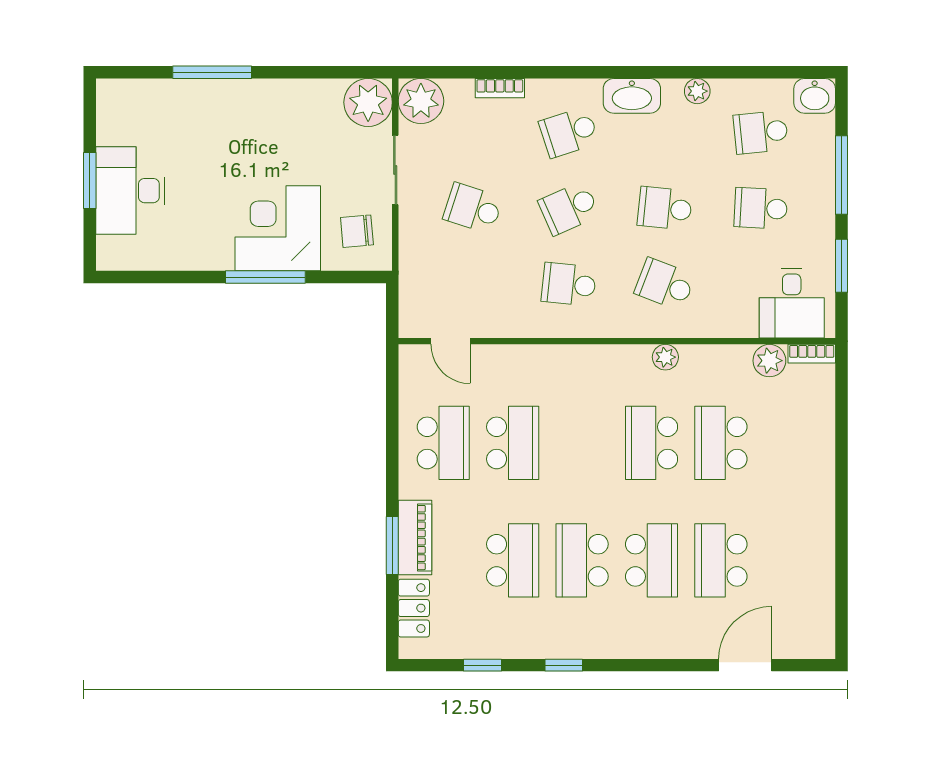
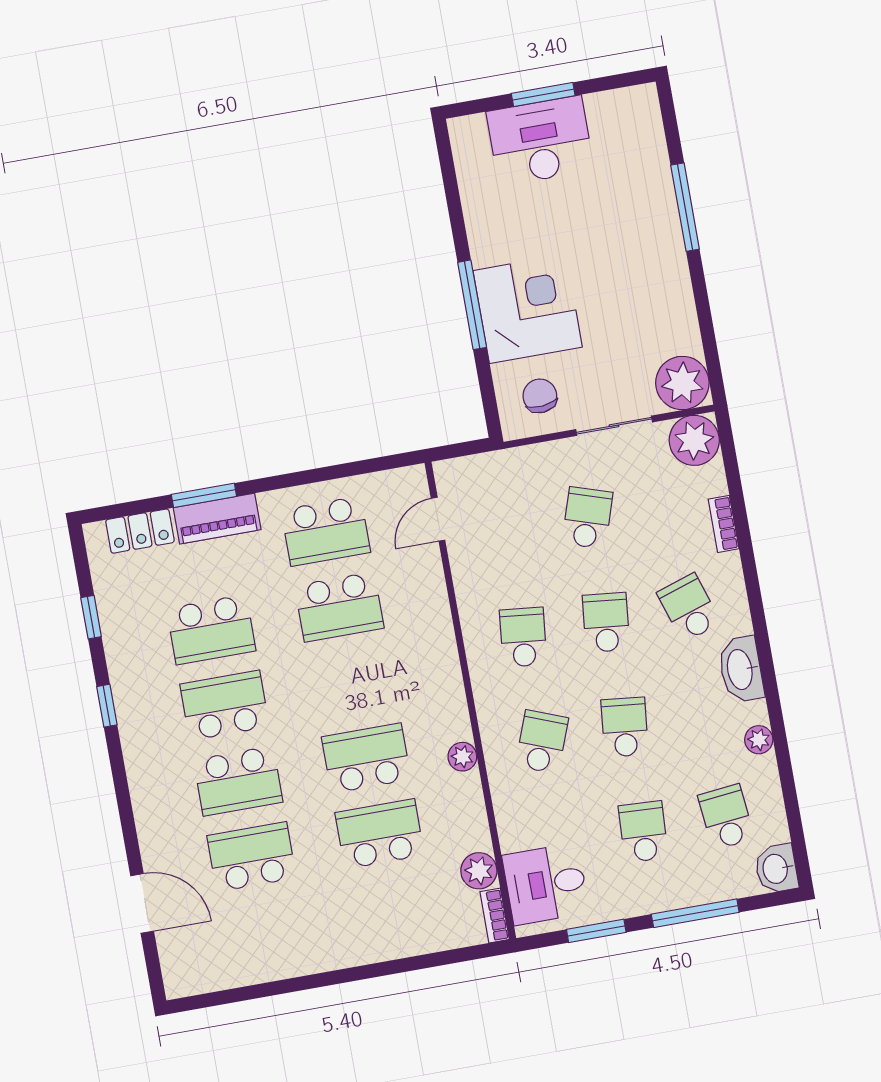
school desk: (569, 208) -> (606, 622), turned 30

